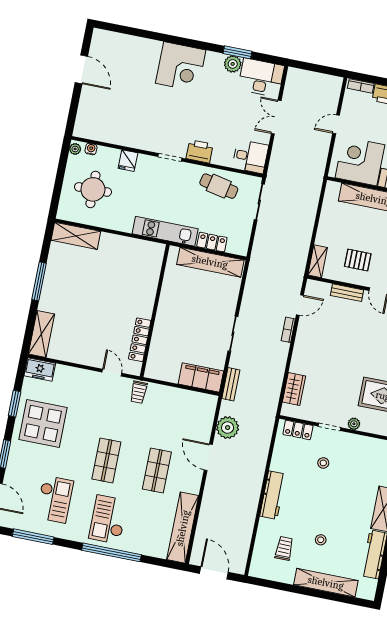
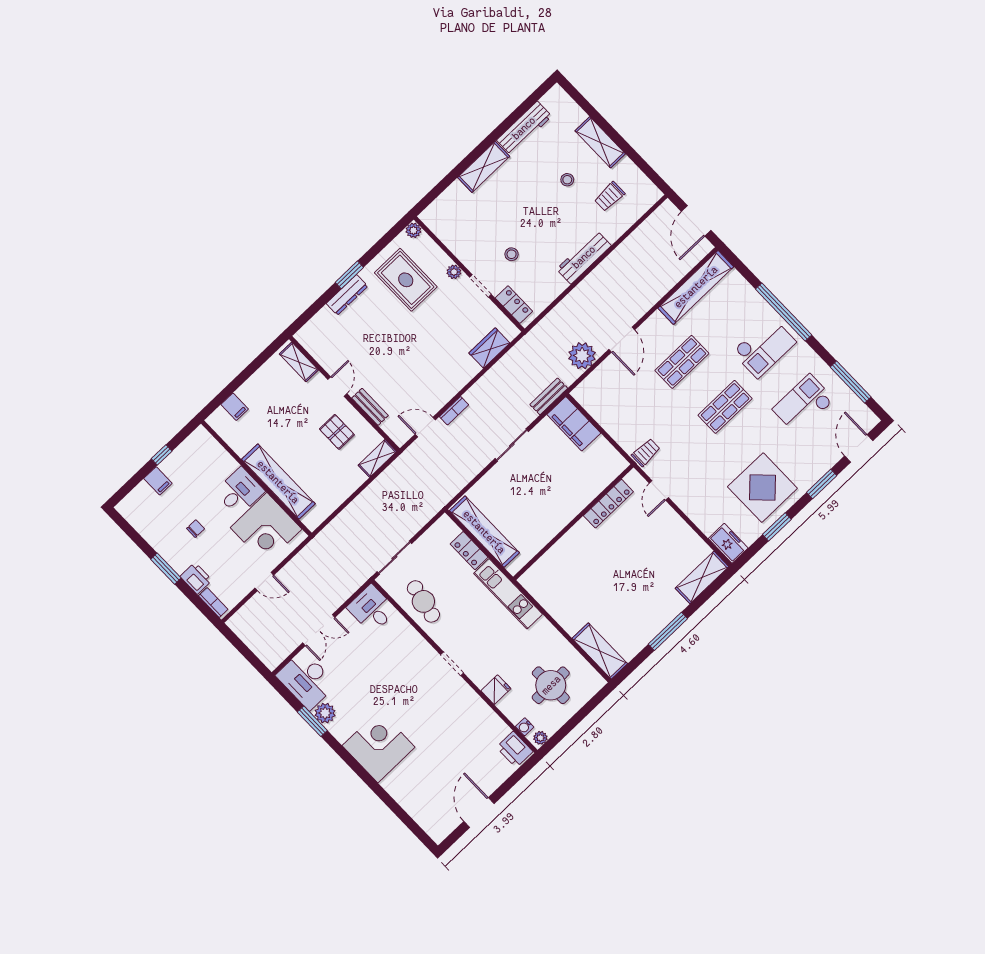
printer: (200, 151) -> (515, 749), moved
shelving: (326, 583) -> (600, 142), width x0.68

